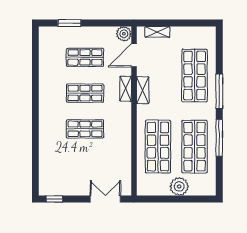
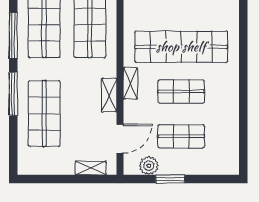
window: (69, 23) -> (170, 179), moved
plant: (124, 34) -> (149, 166), moved
shelving: (126, 89) -> (130, 83), moved
shop shelf: (85, 129) -> (181, 47), width x2.00, depth x1.36

